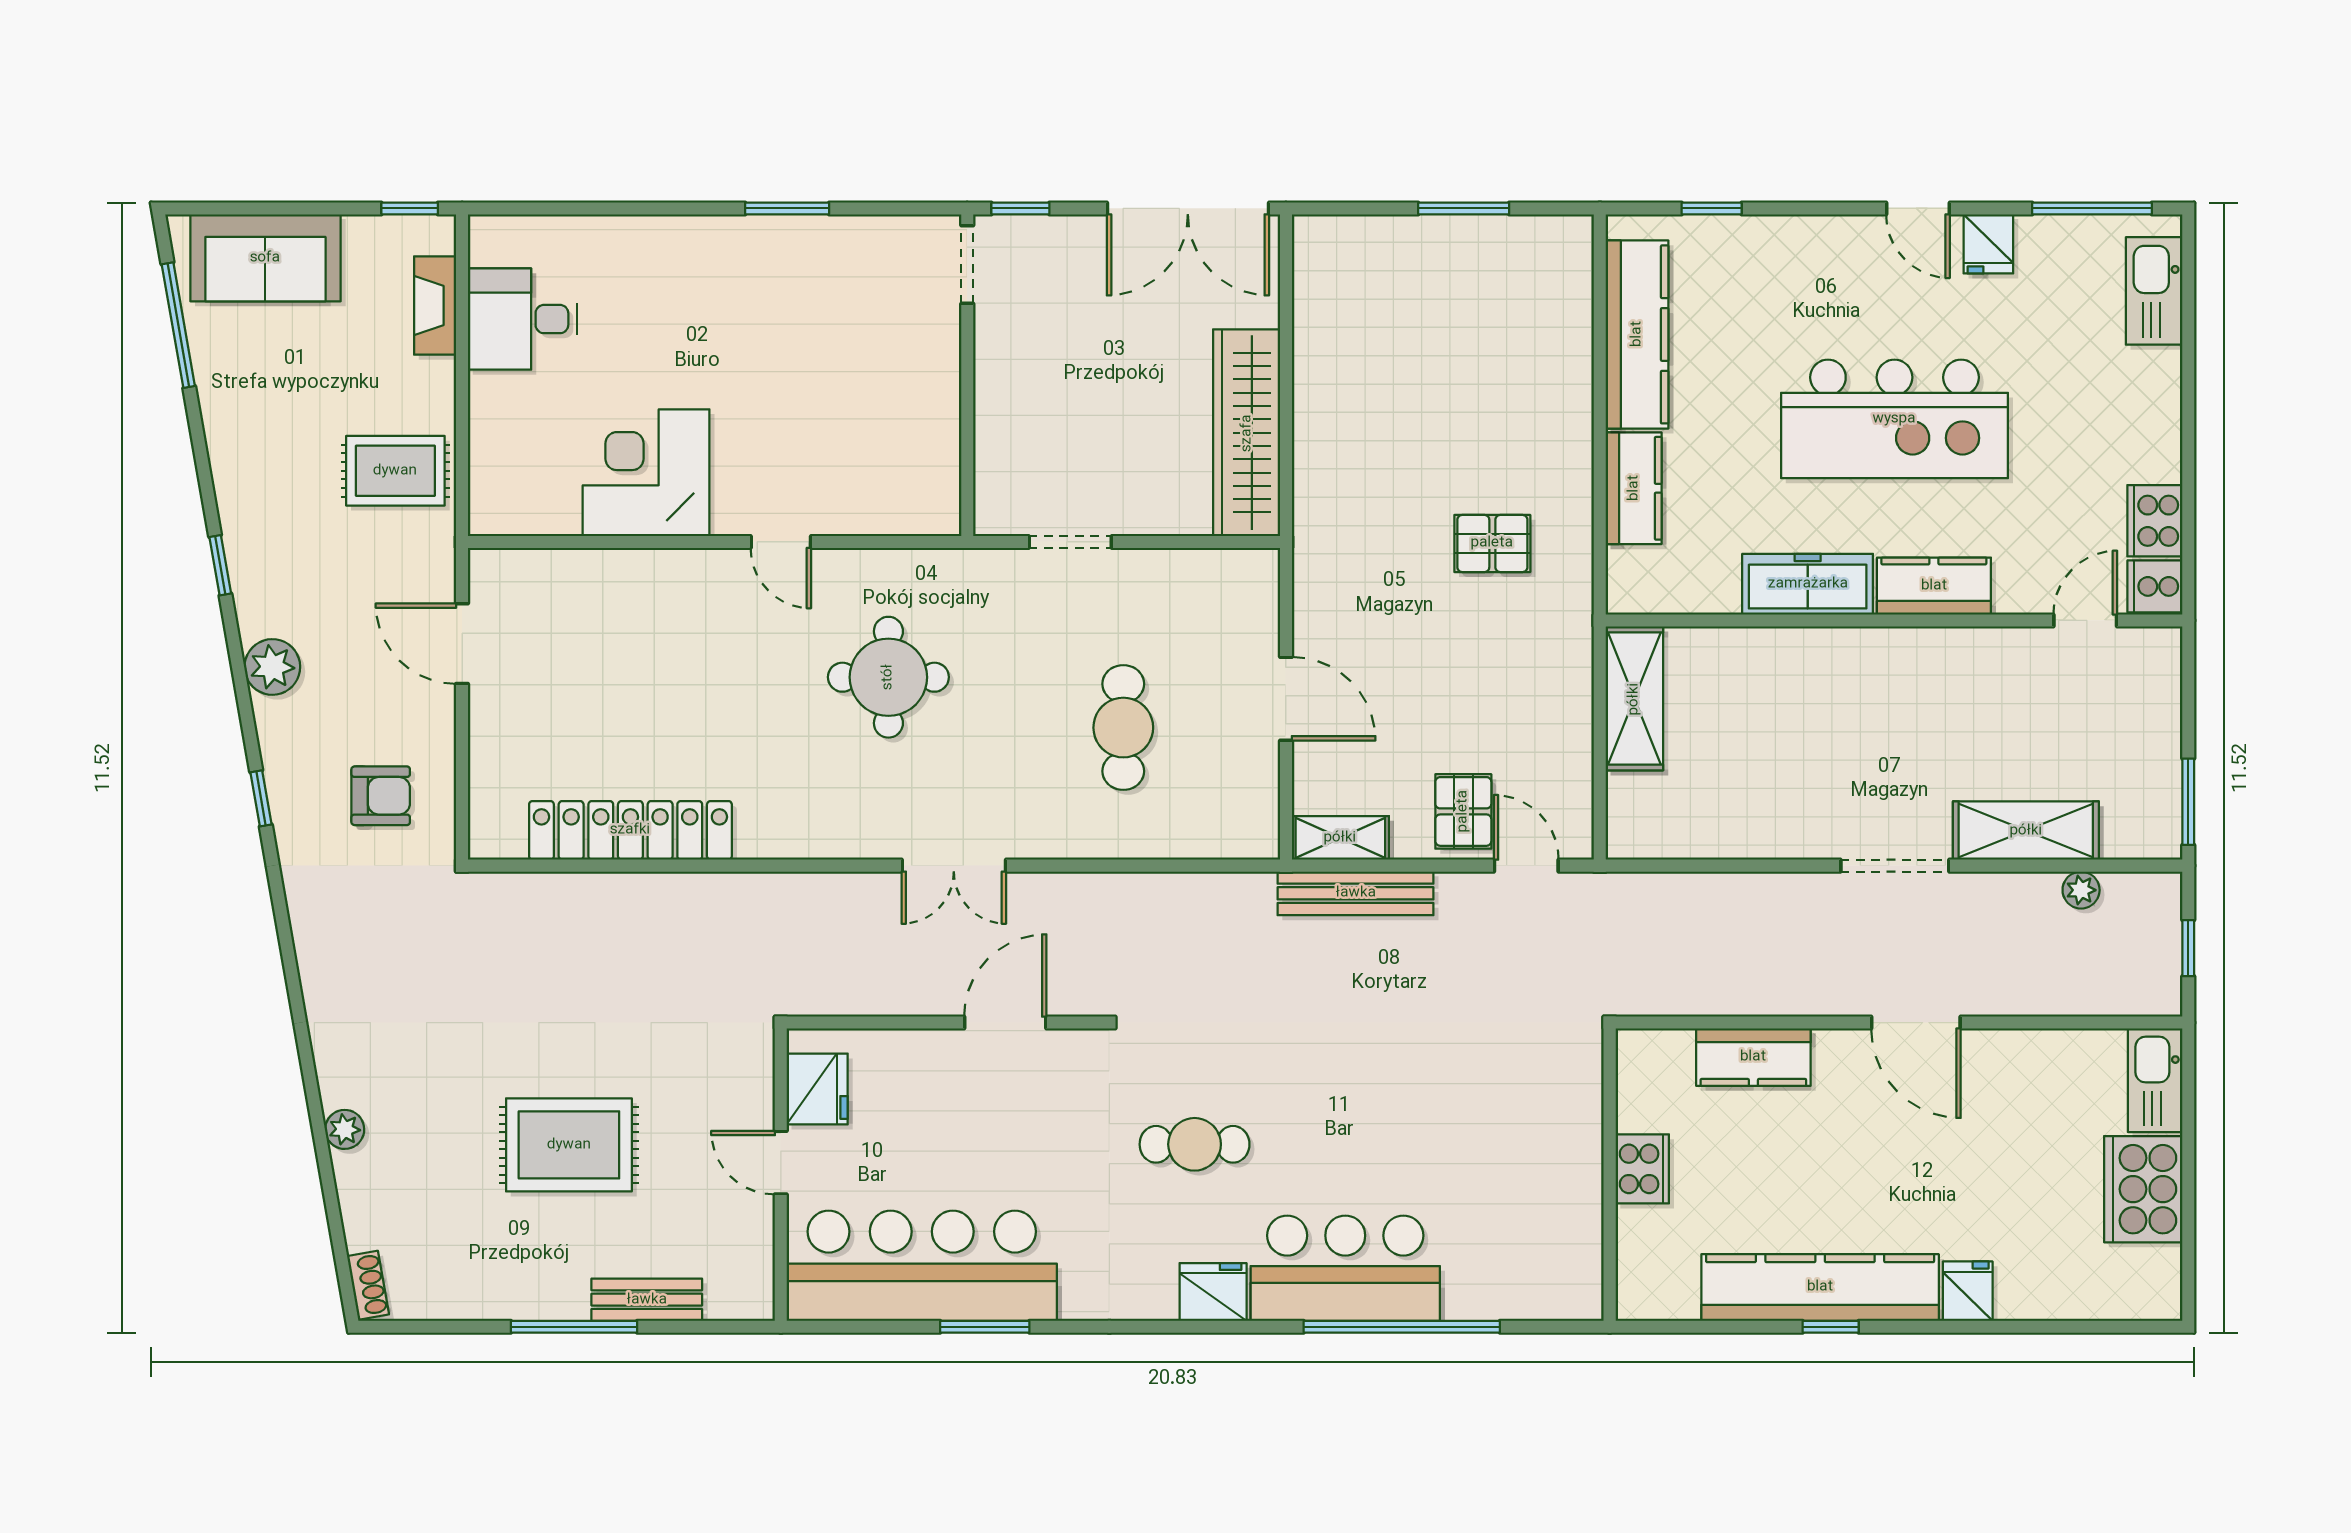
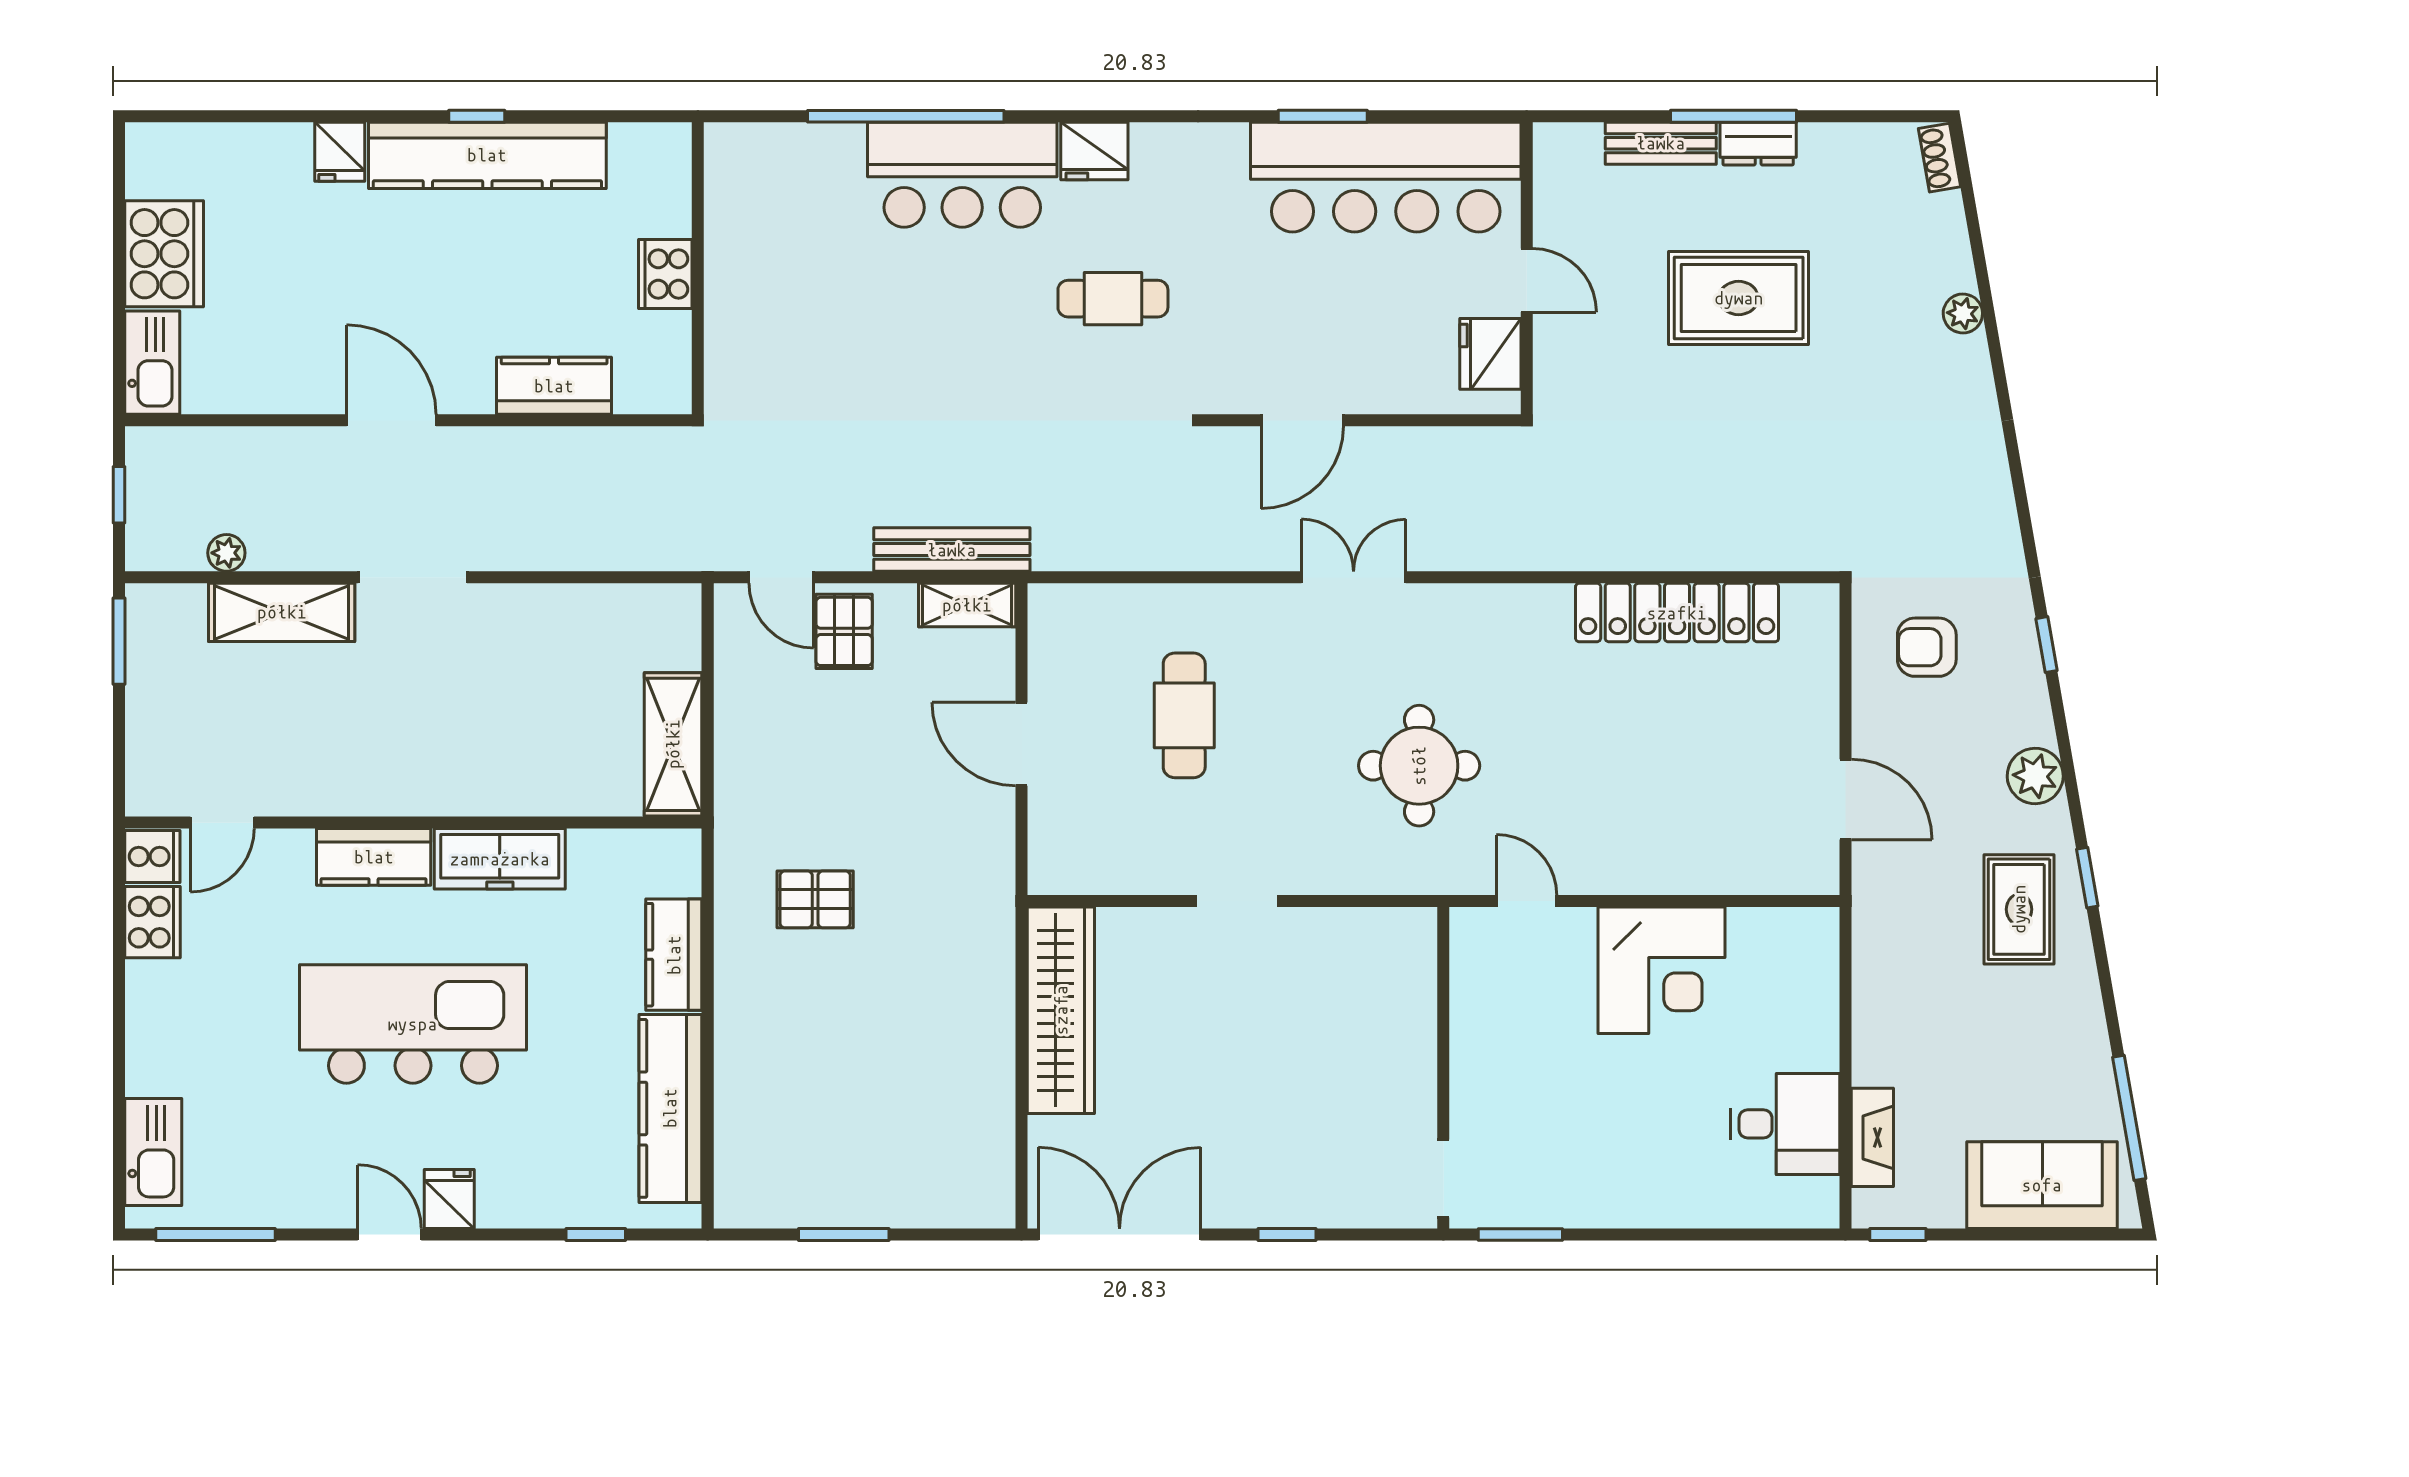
fridge: (1988, 244) -> (449, 1199), moved
doorway: (967, 265) -> (1443, 1178), moved
wall: (967, 375) -> (1443, 1068), moved
rug: (395, 471) -> (2019, 909), moved, turned 90
dresser: (549, 1299) -> (1758, 144), added

